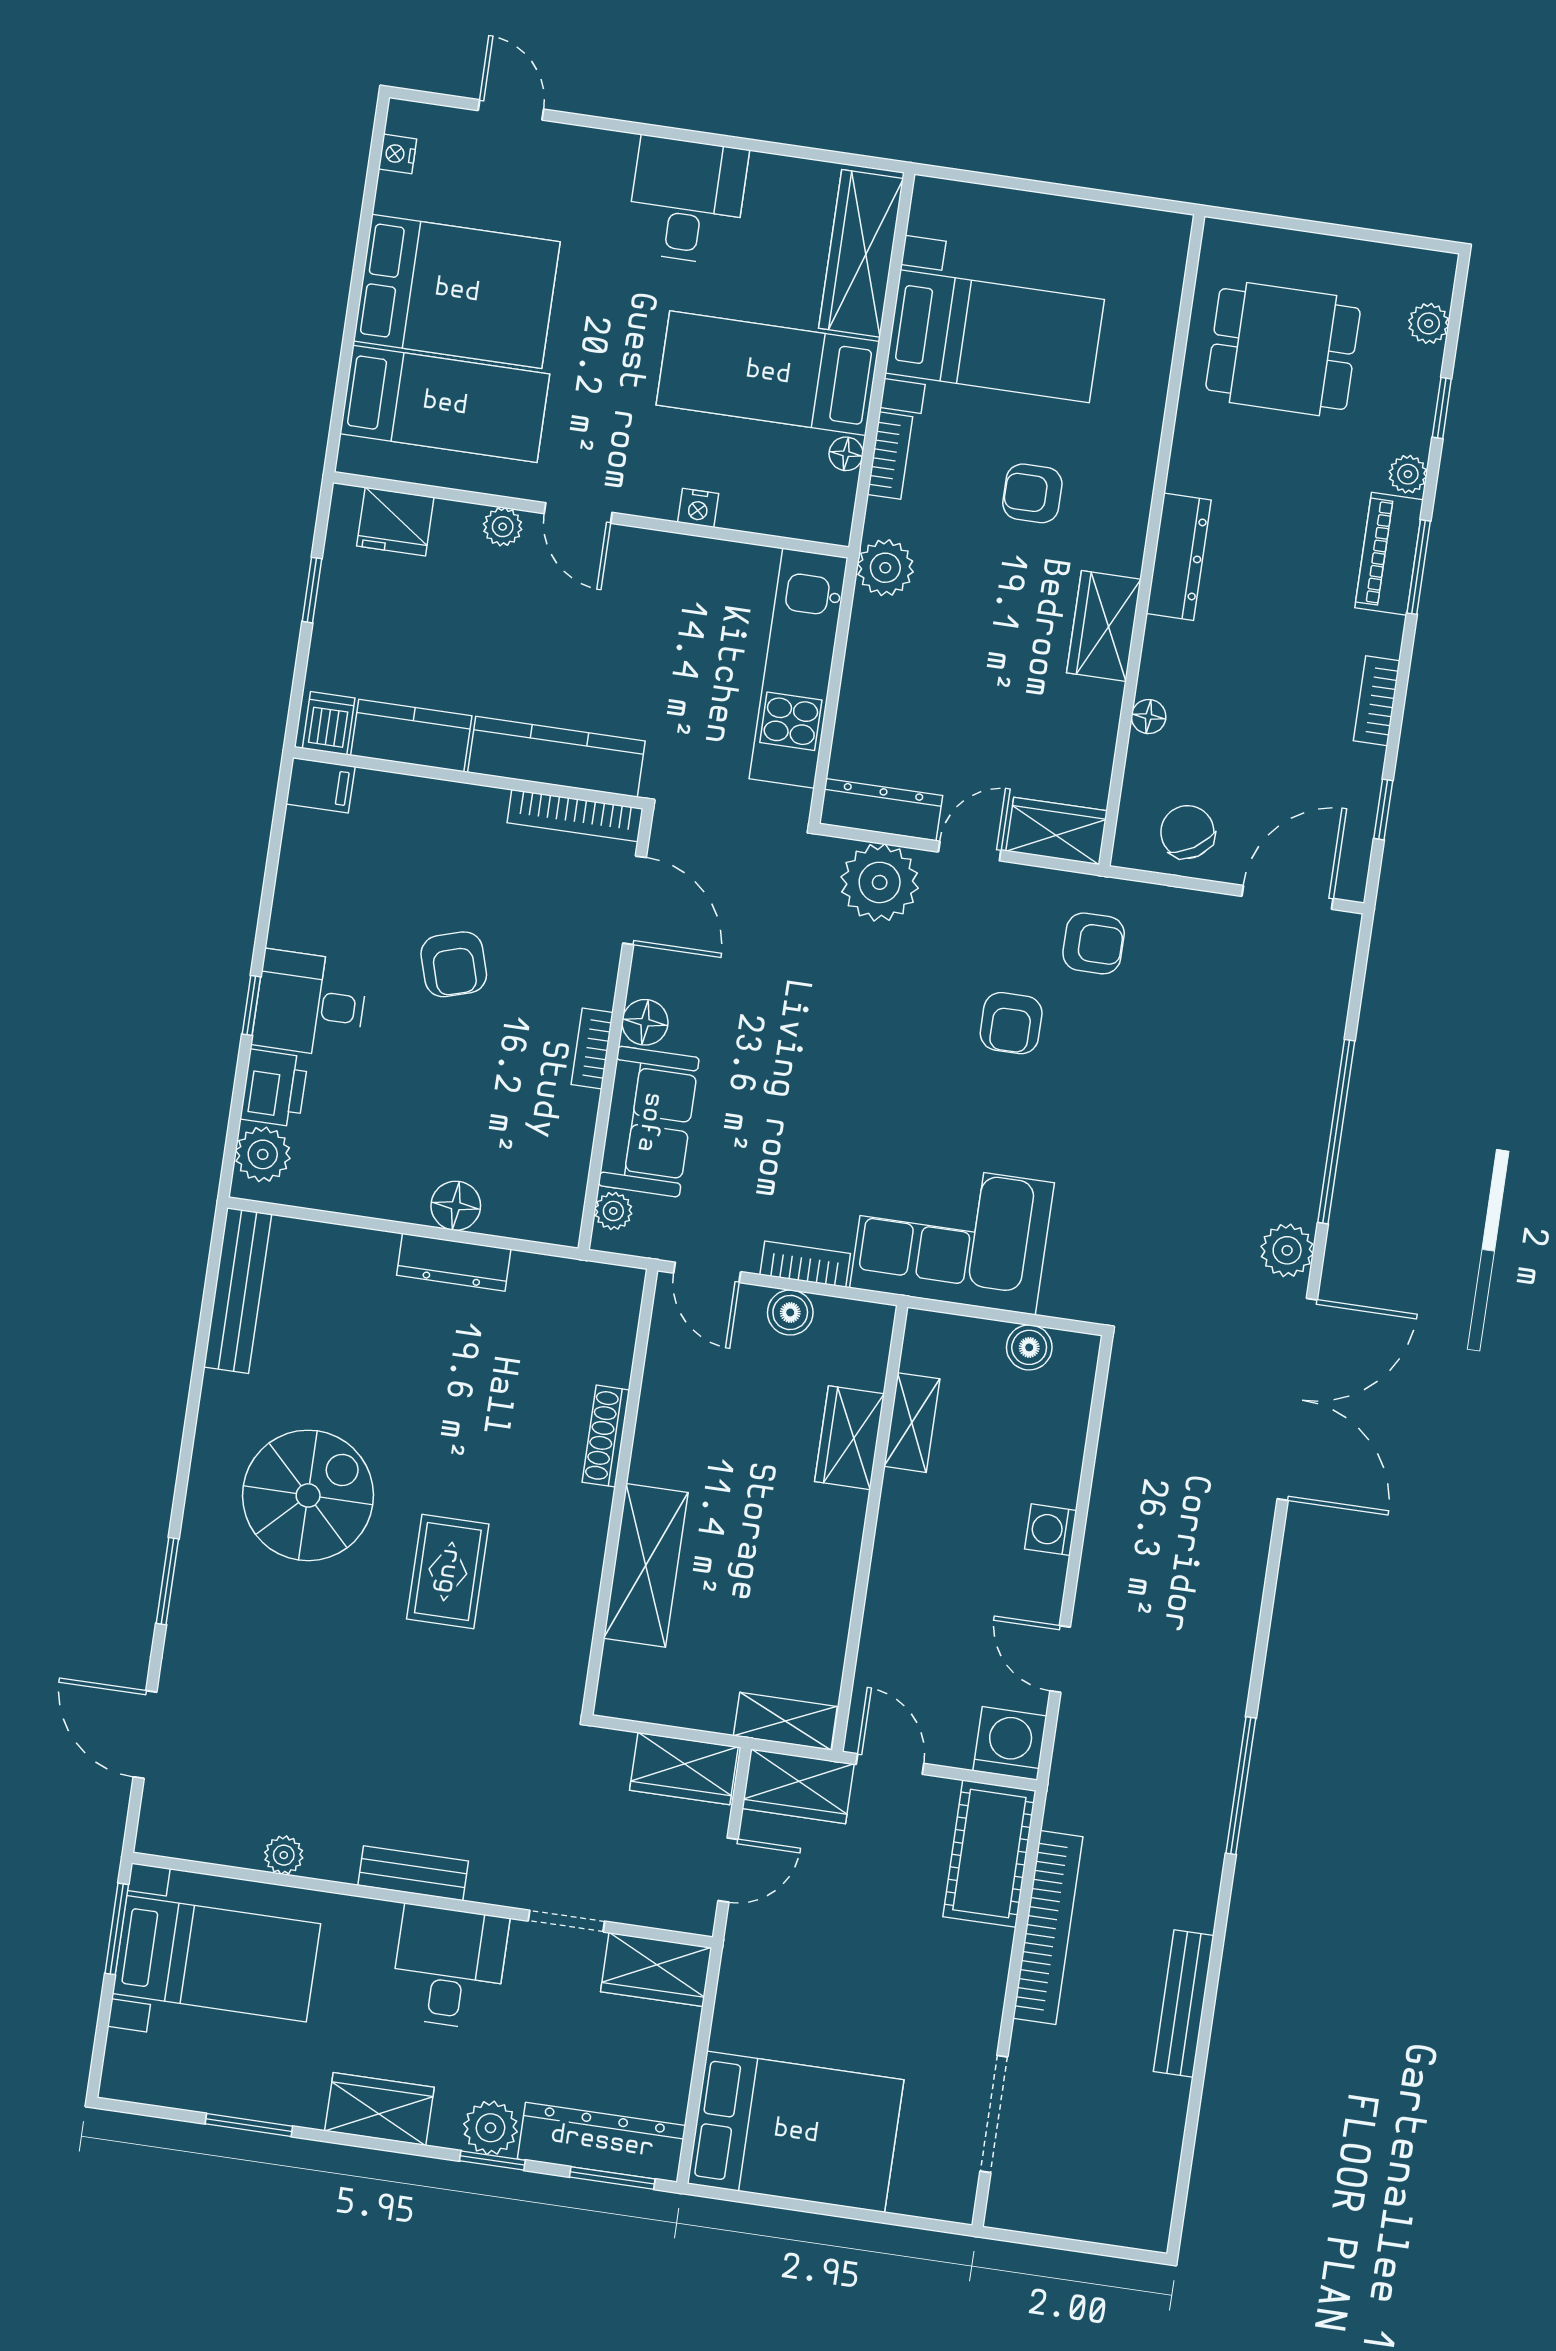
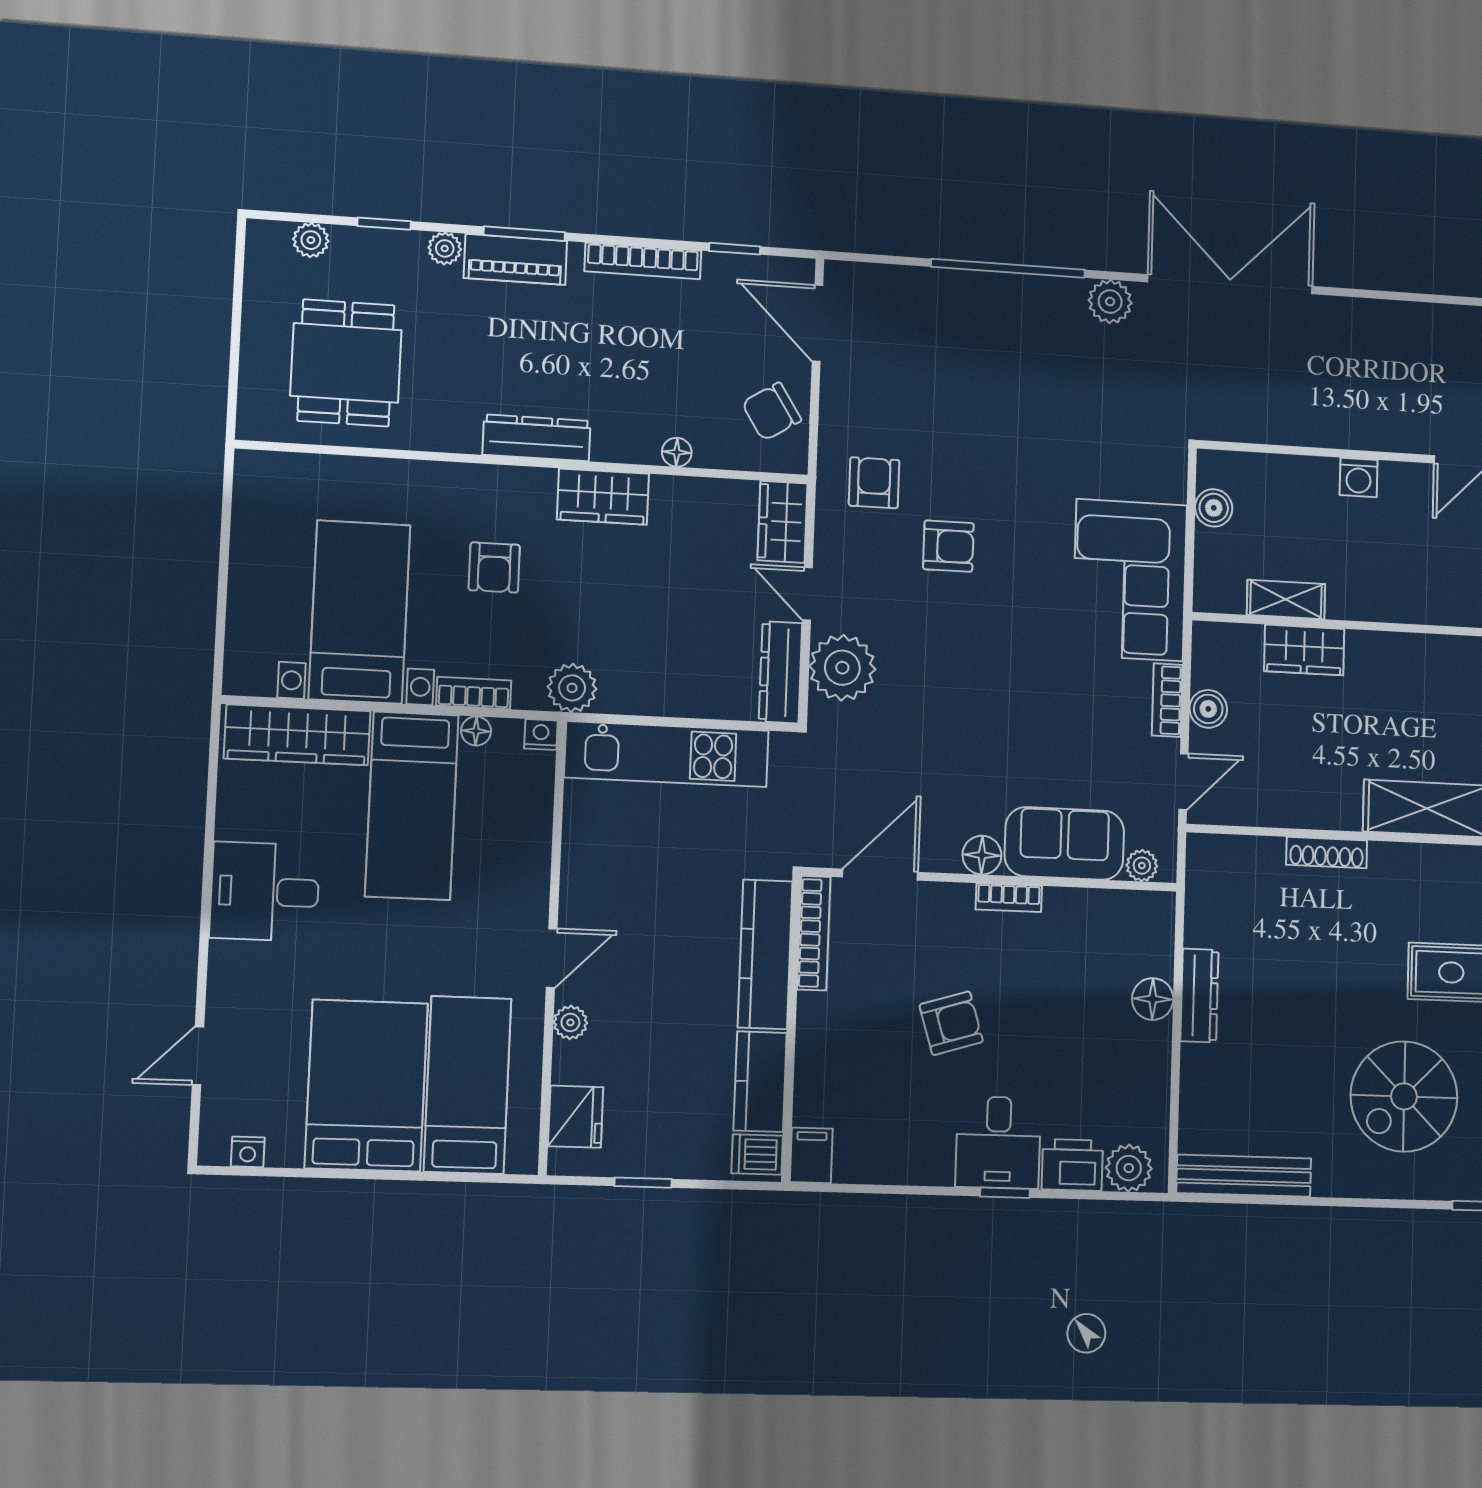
nightstand: (698, 508) -> (541, 734), moved, turned -90
bookcase: (1377, 701) -> (643, 261), width x1.56
spiral stairs: (308, 1495) -> (1404, 1096), turned -90

